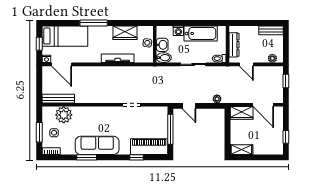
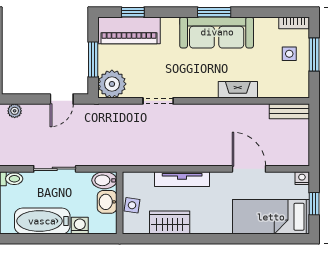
window: (94, 23) -> (223, 239), removed
door: (62, 64) -> (249, 169), moved
bench: (58, 99) -> (289, 111), width x0.73
door: (189, 106) -> (62, 99), swing flipped
fireplace: (85, 111) -> (238, 90), added
plant: (64, 115) -> (112, 84), moved
window: (170, 129) -> (93, 59), width x0.69
window: (87, 157) -> (214, 12), moved
window: (136, 157) -> (133, 12), moved

